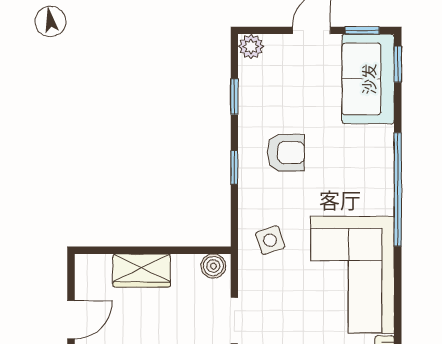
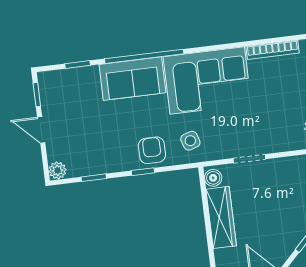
window: (398, 64) -> (78, 65), moved
sofa: (368, 79) -> (132, 79), moved
armchair: (286, 153) -> (152, 150), moved
wardrobe: (142, 270) -> (221, 217), width x1.50

